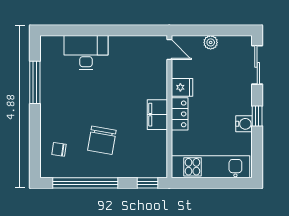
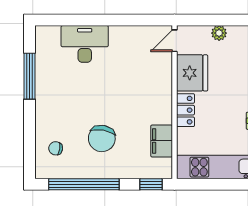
door: (169, 50) -> (174, 41), swing flipped
fridge: (182, 87) -> (192, 73), width x1.88, depth x1.34
filing cabinet: (157, 115) -> (162, 141), moved

